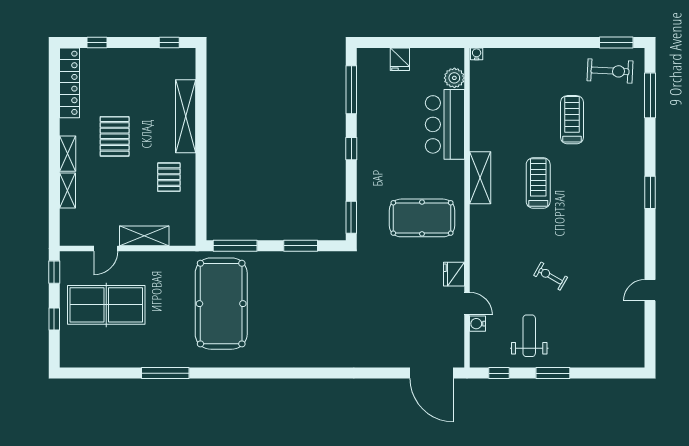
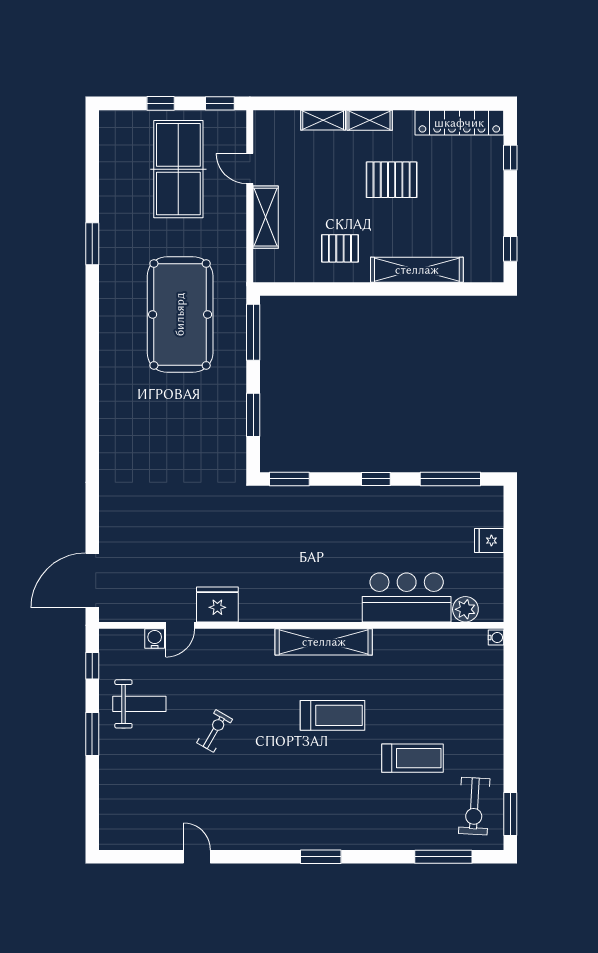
shelving: (480, 178) -> (324, 642), width x1.47
pool table: (422, 218) -> (288, 568), removed
fridge: (454, 274) -> (217, 604), width x1.36, depth x1.34
pool table: (221, 304) -> (180, 314), turned 90
window: (165, 373) -> (92, 244), width x0.69

